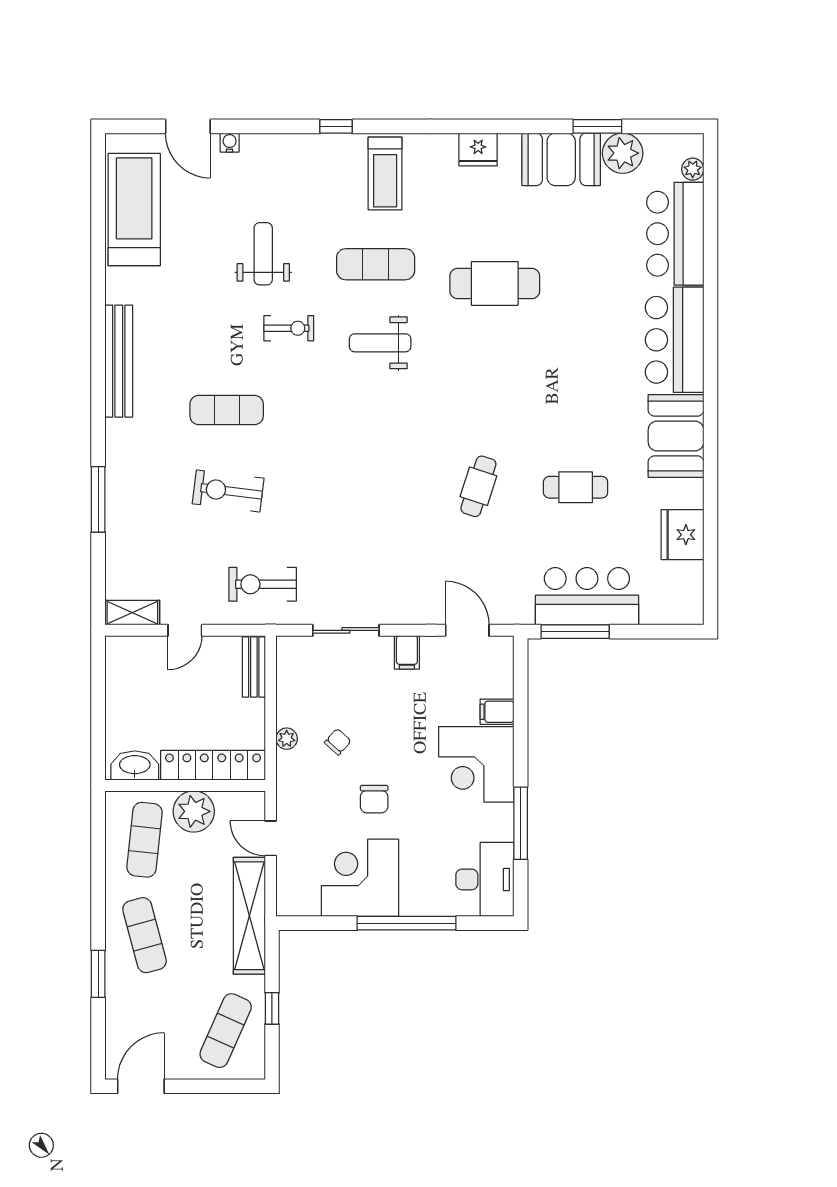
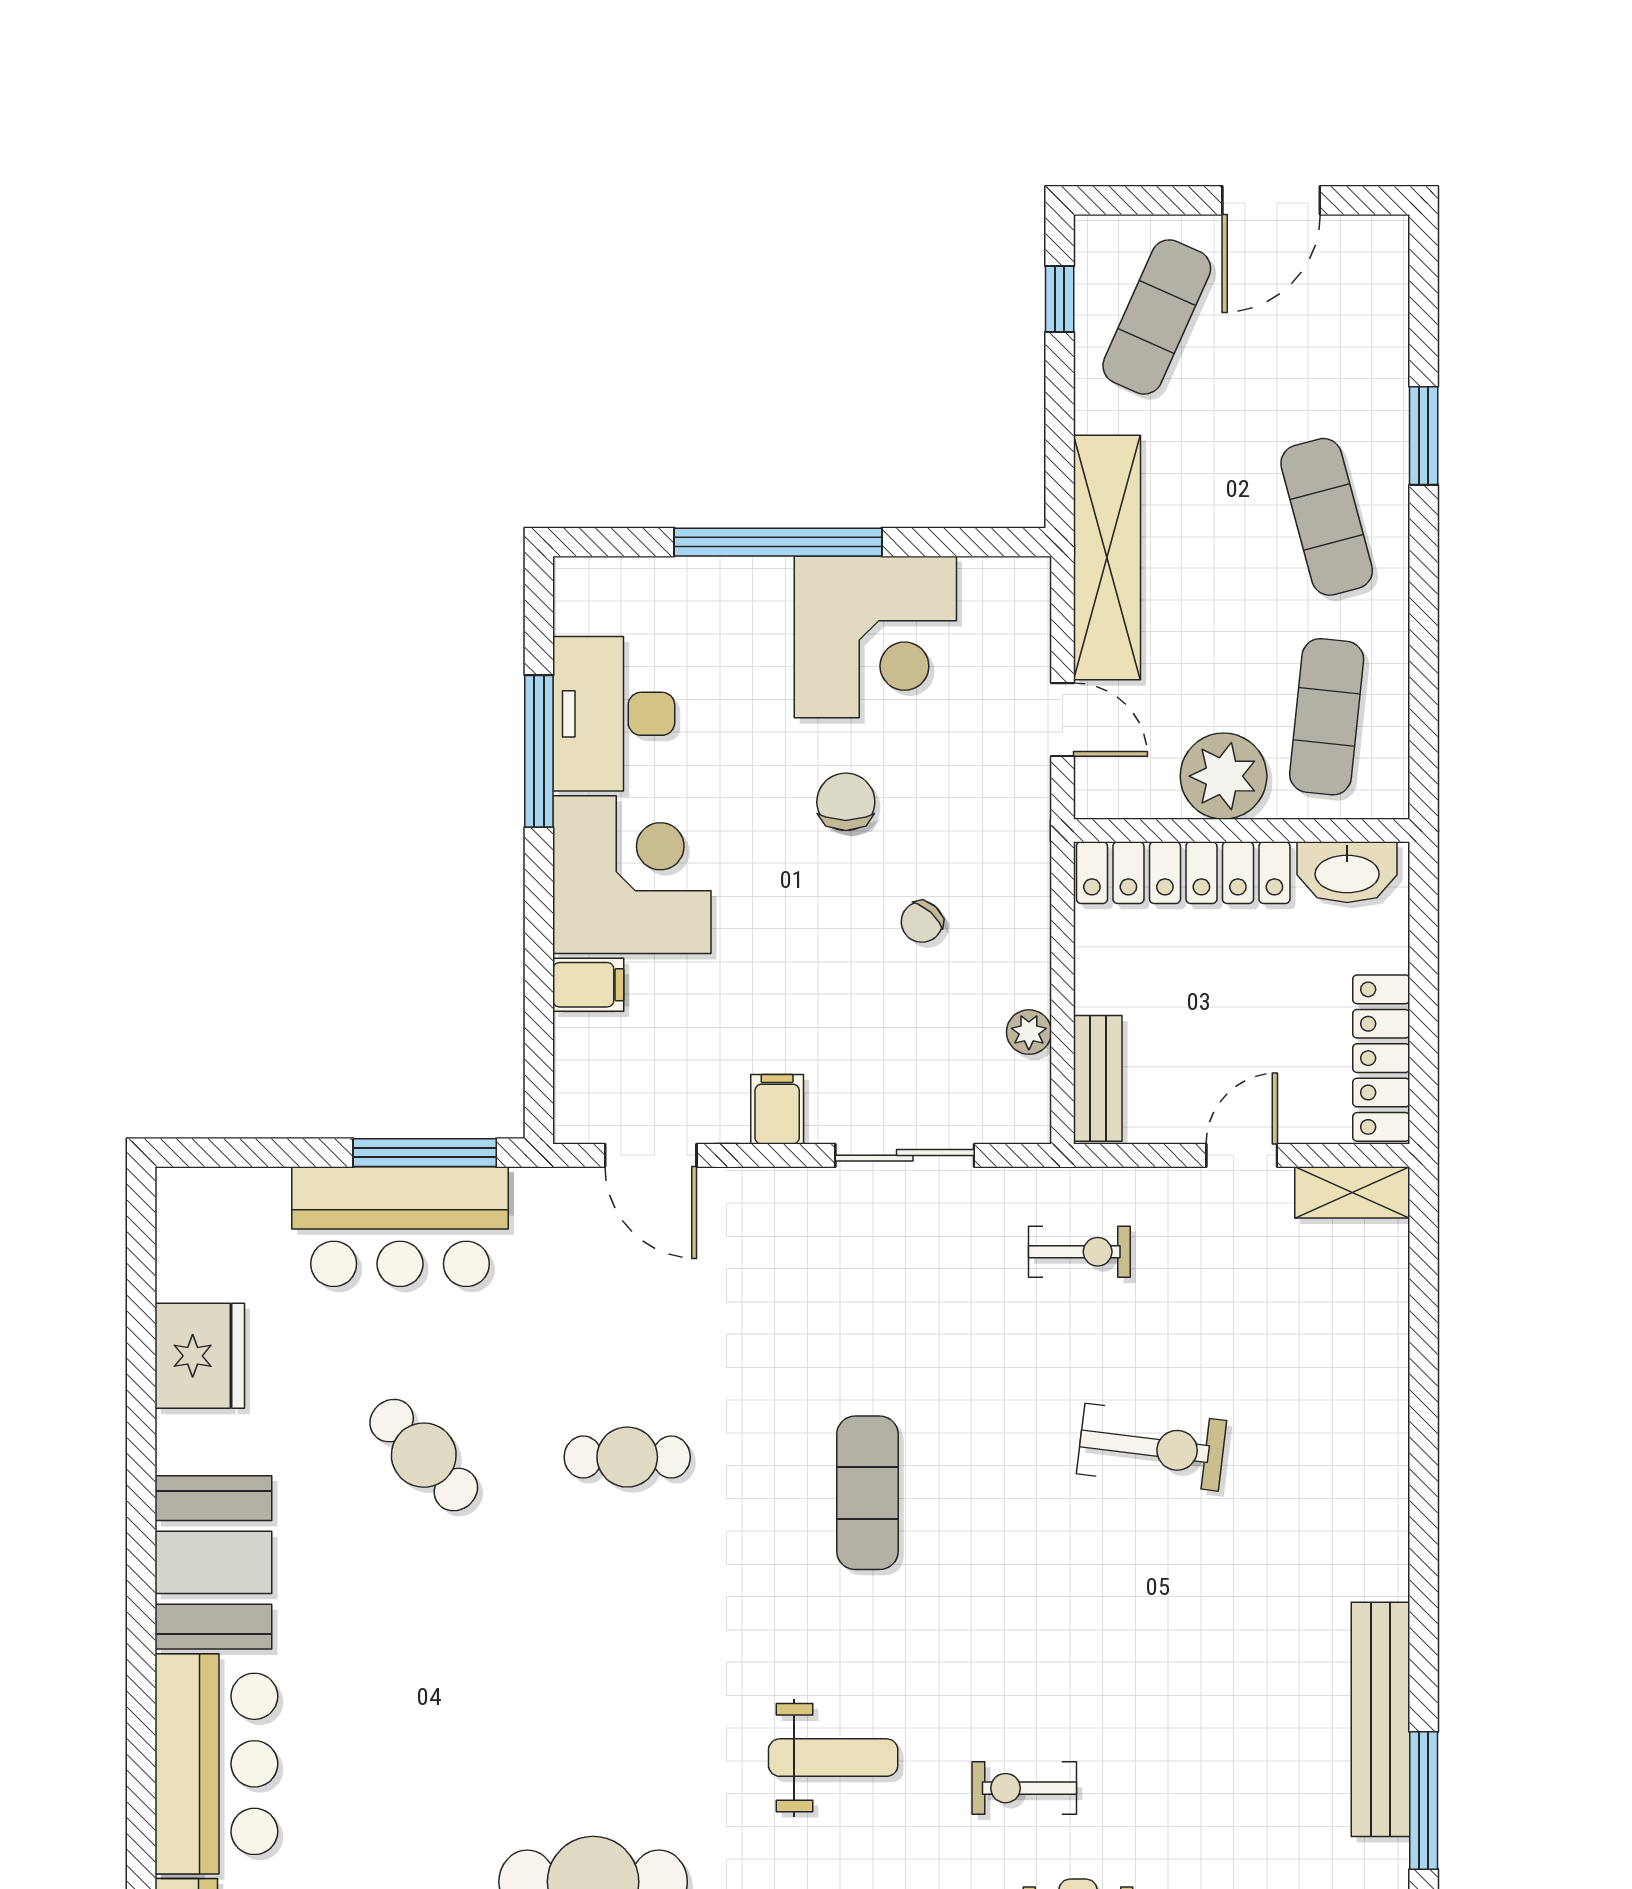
exercise mat: (227, 410) -> (867, 1493), moved, turned 90
cafe table: (478, 486) -> (627, 1457), turned 72
cafe table: (576, 487) -> (424, 1455), turned 47
window: (98, 499) -> (1424, 1800), moved
exercise bike: (263, 584) -> (1079, 1252), width x0.73, depth x0.72
locker: (118, 677) -> (1381, 1058), added
plant: (287, 739) -> (1029, 1032), moved
desk: (485, 879) -> (614, 714), moved
window: (272, 1008) -> (1060, 299), moved
door: (141, 1086) -> (1271, 200), moved

